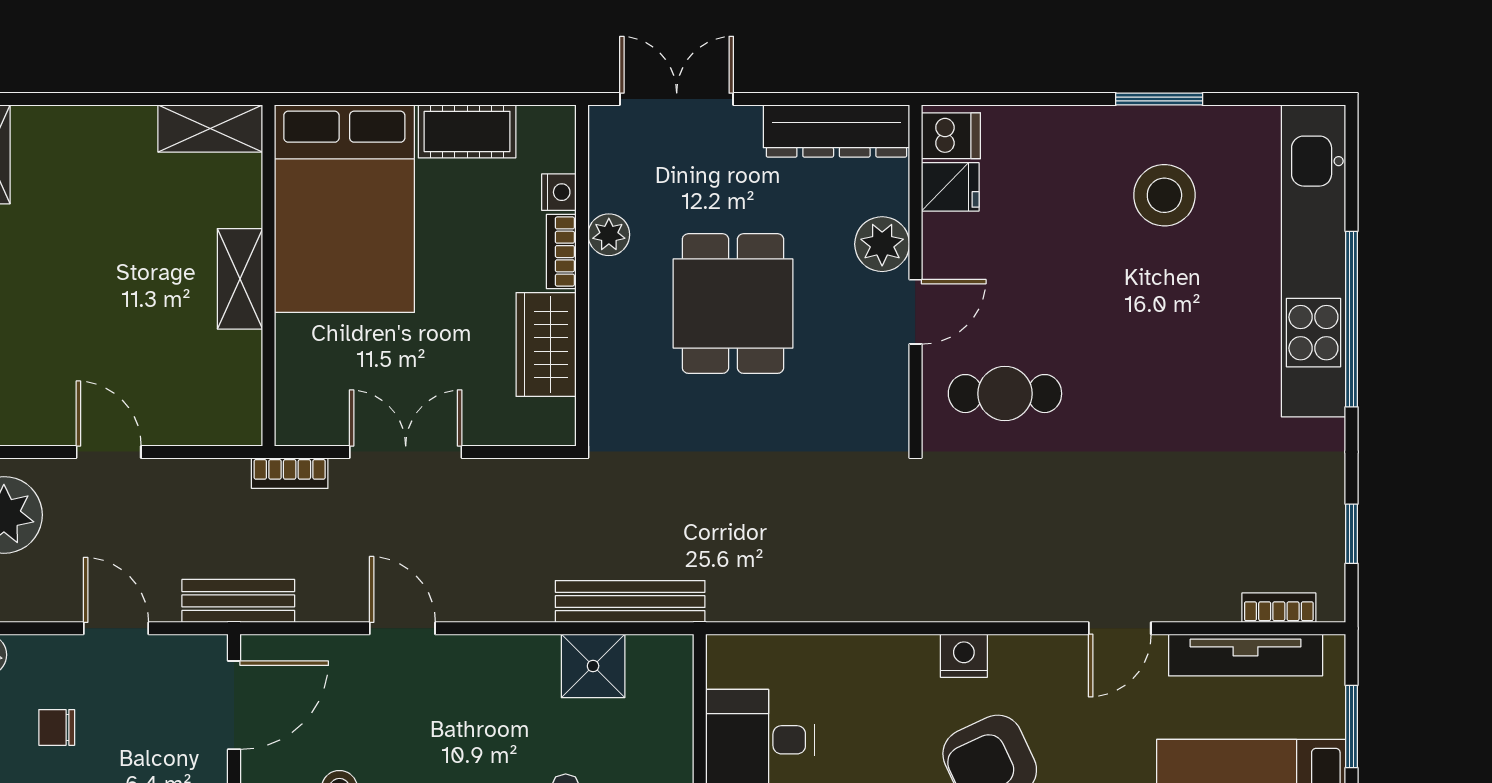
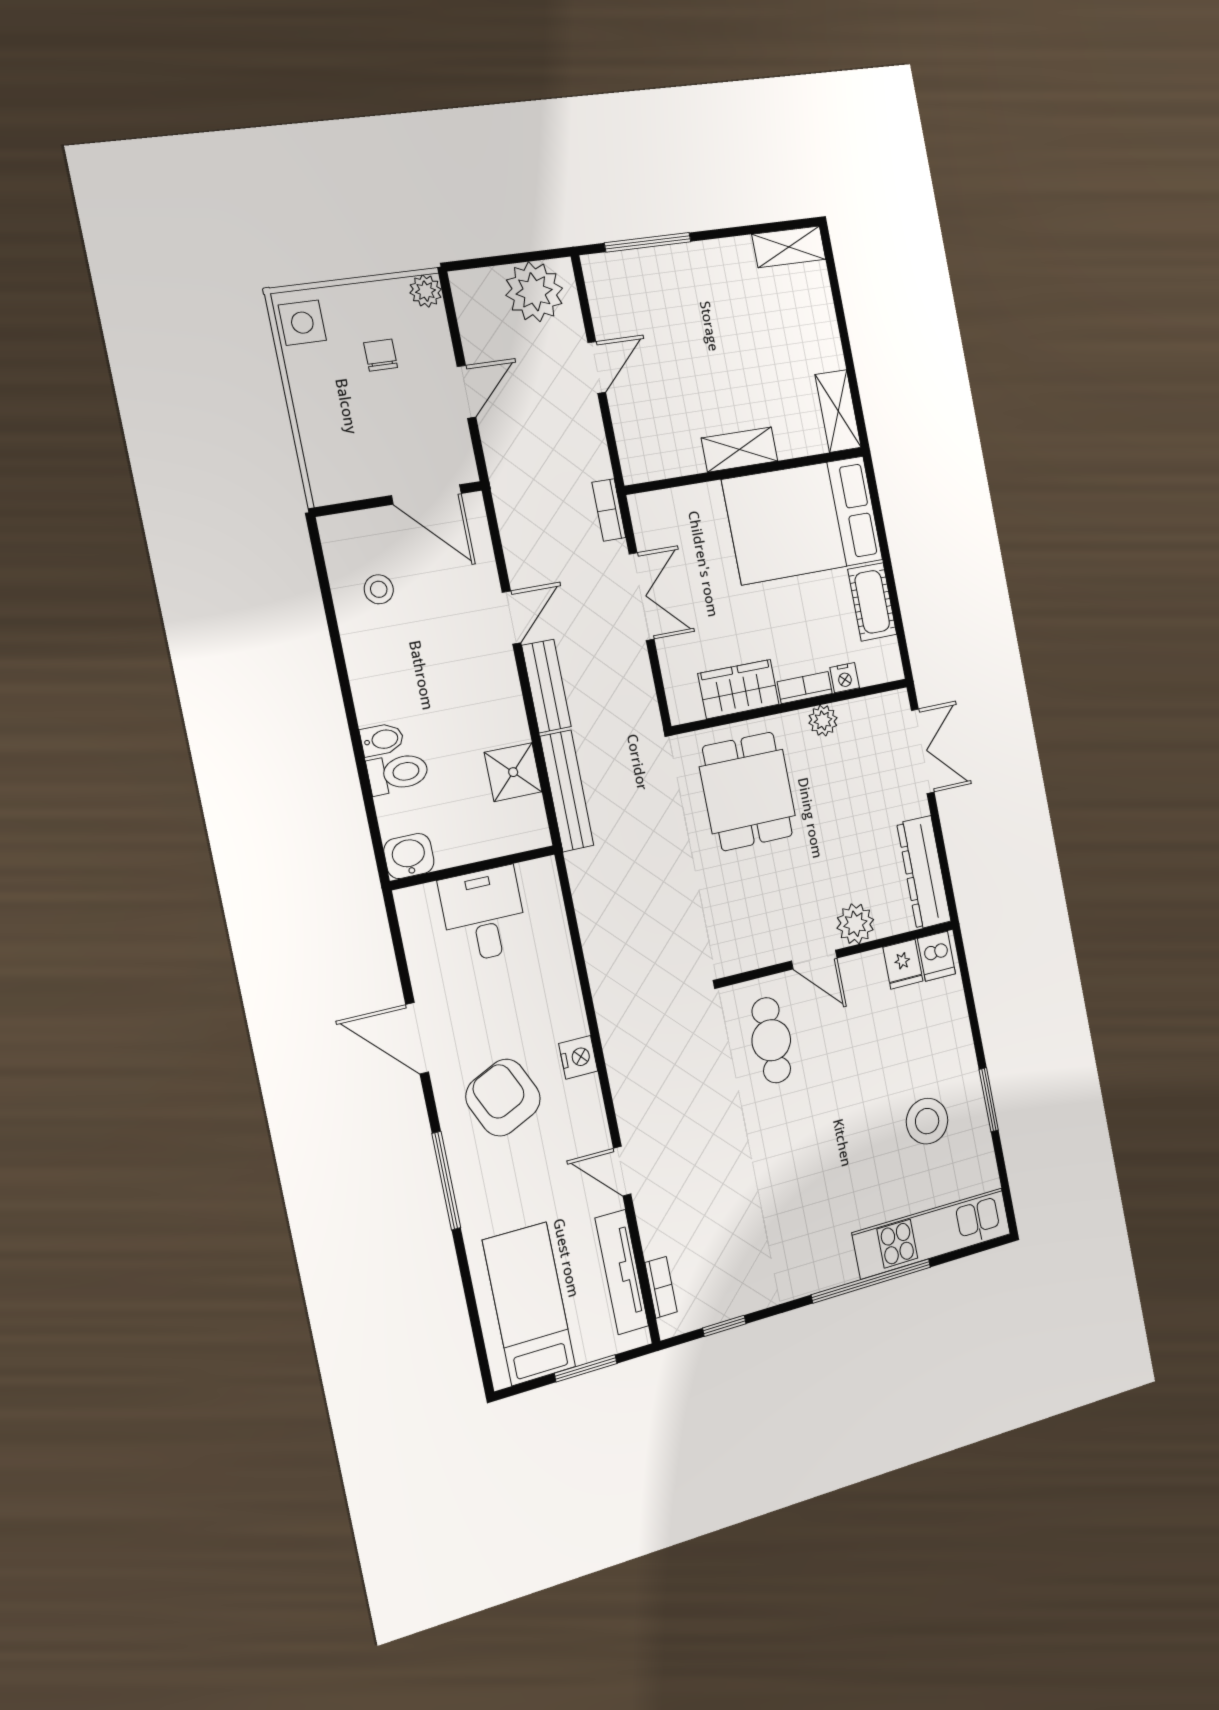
kitchen unit: (1313, 261) -> (932, 1233), width x0.73
dining table: (733, 304) -> (748, 791), moved, turned 90
bench: (238, 601) -> (546, 686), moved

